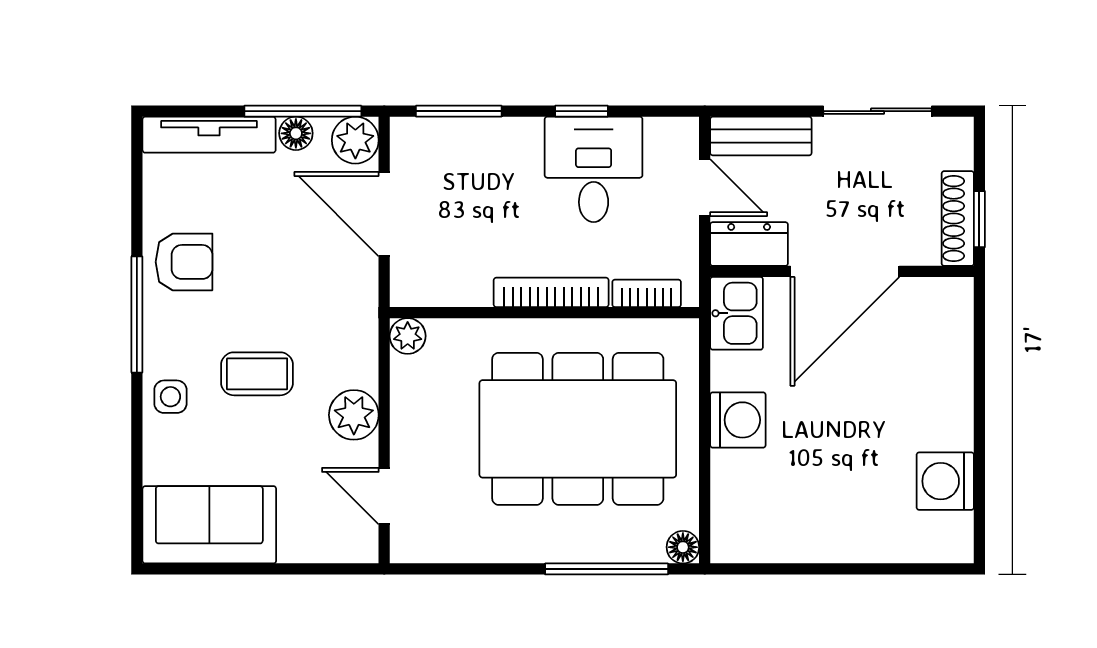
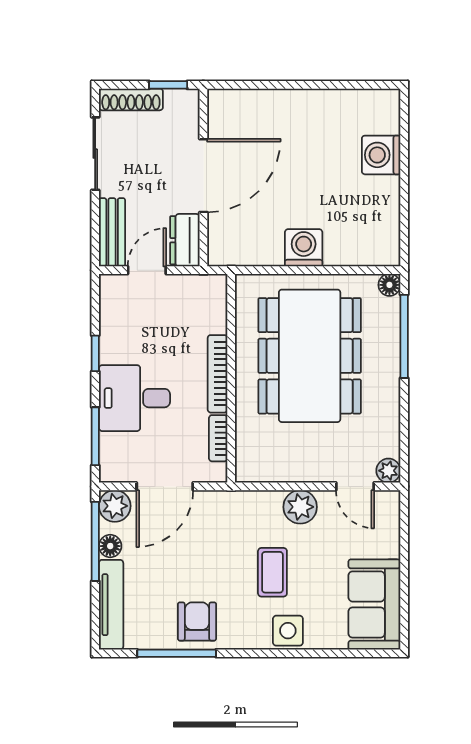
desk: (594, 169) -> (134, 398), moved
shoe rack: (958, 218) -> (131, 99), moved
door: (845, 271) -> (203, 176), hinge flipped
bookcase: (647, 293) -> (218, 438), moved
kitchen sink: (737, 313) -> (232, 249), removed
window: (137, 315) -> (177, 653), moved
plant: (408, 336) -> (388, 471), moved
side table: (170, 397) -> (288, 631), width x1.37, depth x1.37
washing machine: (945, 481) -> (381, 155), moved, turned 90
door: (384, 496) -> (355, 486), hinge flipped

